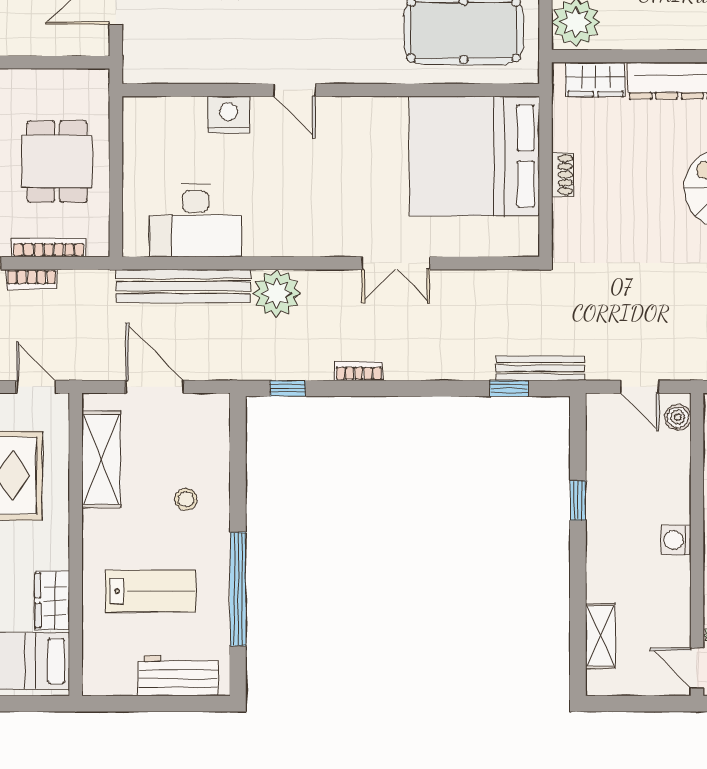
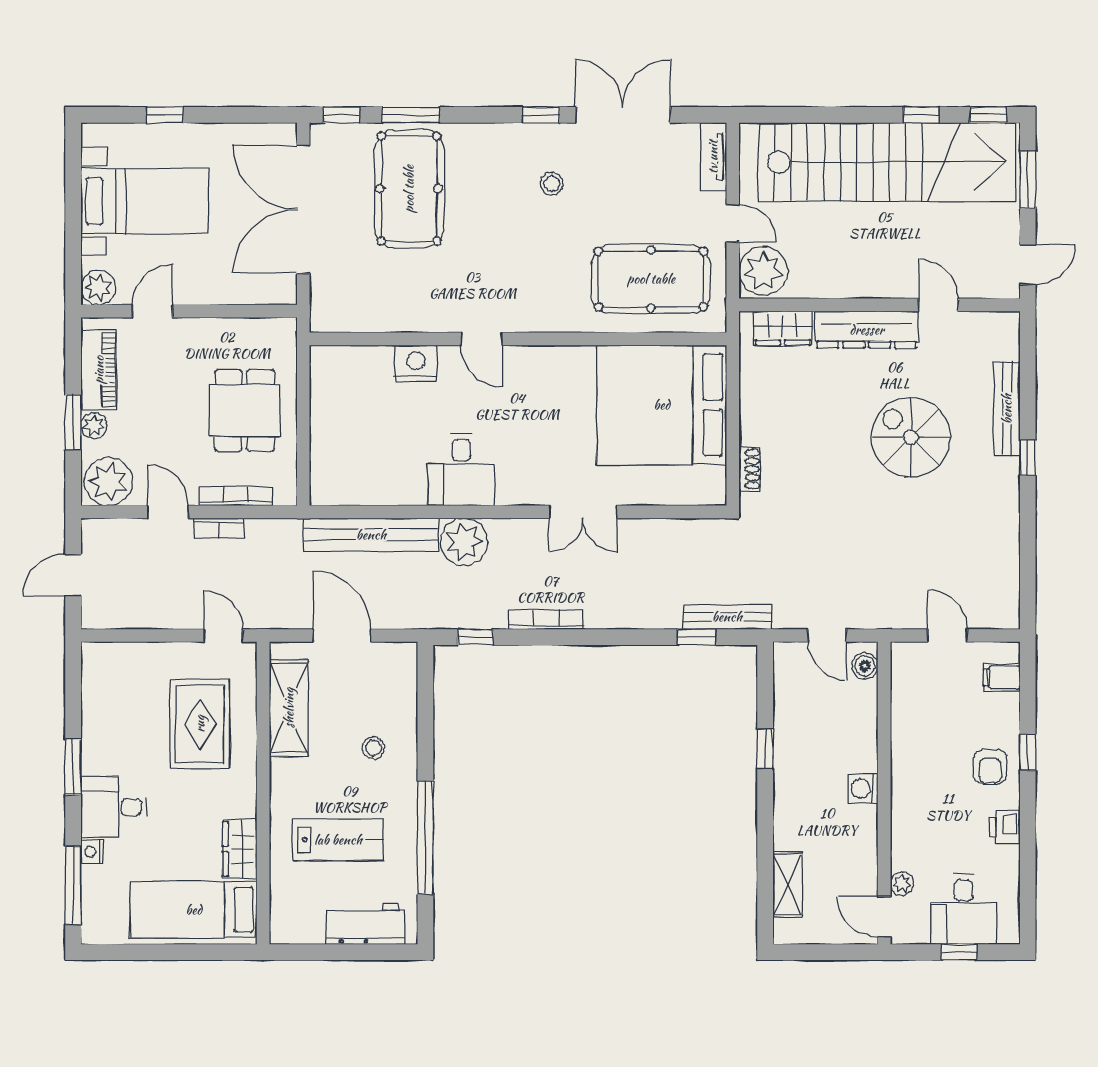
shoe rack: (562, 175) -> (750, 469), moved
desk: (196, 221) -> (461, 470), moved, width x0.73
bookcase: (359, 371) -> (546, 620), width x1.56

